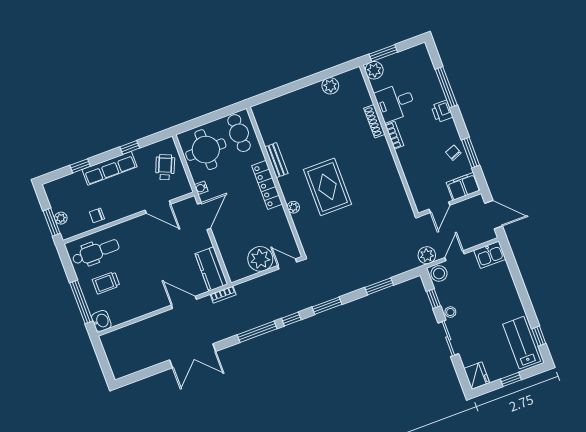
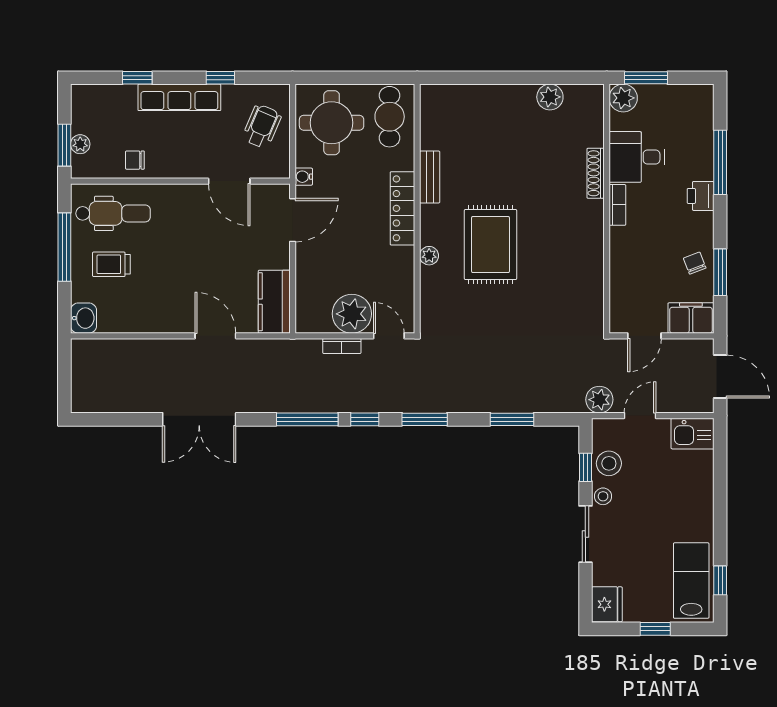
stool: (439, 273) -> (609, 463), moved
bookcase: (223, 295) -> (342, 346), moved
window: (81, 302) -> (64, 247), moved

